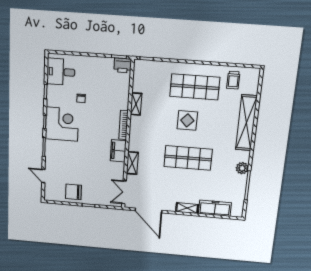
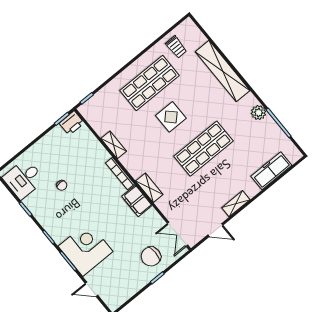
corner desk: (62, 124) -> (86, 249), moved
shelving: (132, 163) -> (149, 188), moved
chair: (73, 192) -> (151, 256), moved
shelving: (187, 208) -> (236, 204), moved
door: (149, 210) -> (215, 230), width x0.53

